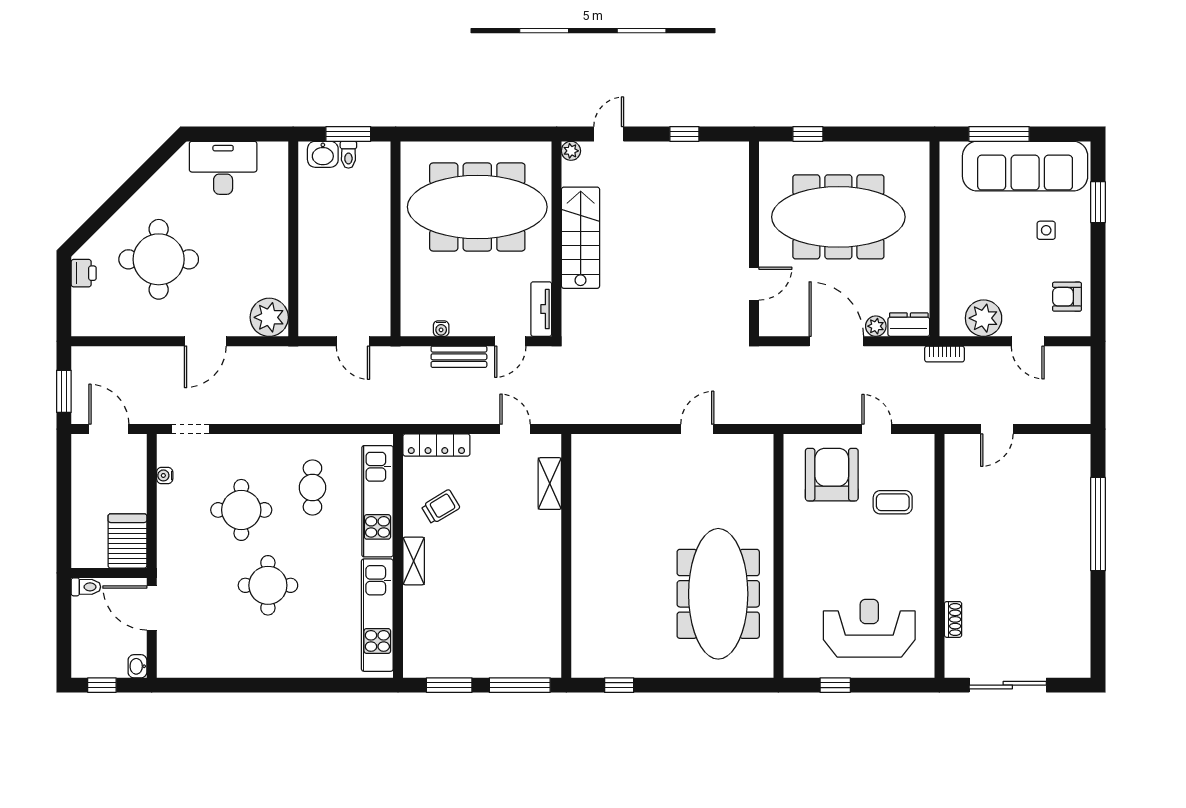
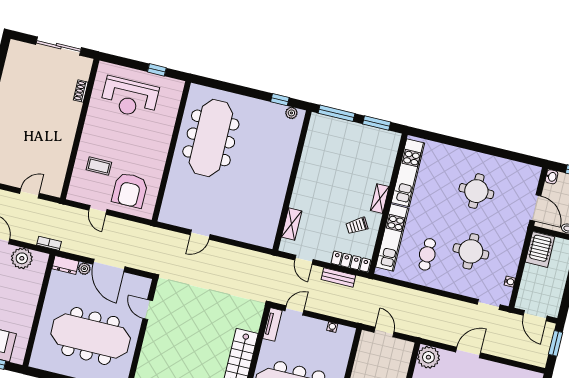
door: (754, 284) -> (148, 310), hinge flipped
bench: (459, 357) -> (338, 277), moved
round table: (268, 585) -> (476, 191), moved
plant: (595, 668) -> (291, 113), added

